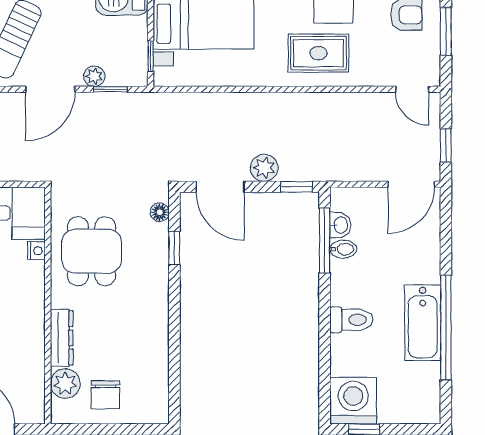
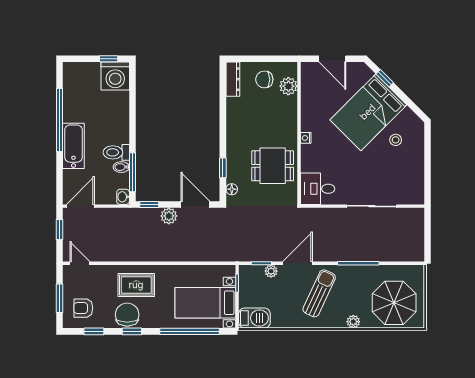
washbasin: (340, 225) -> (123, 197), moved
nightstand: (37, 251) -> (306, 138), moved
dining table: (92, 251) -> (273, 166), turned 90
toilet: (352, 320) -> (116, 152), moved
bathtub: (423, 323) -> (73, 146), moved
dresser: (62, 338) -> (233, 79), moved, turned 180
chair: (105, 395) -> (264, 79), turned -90

